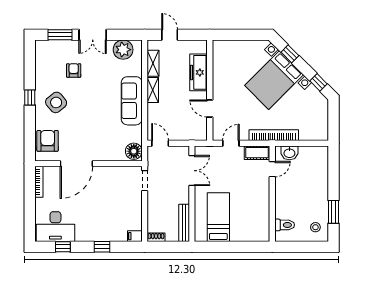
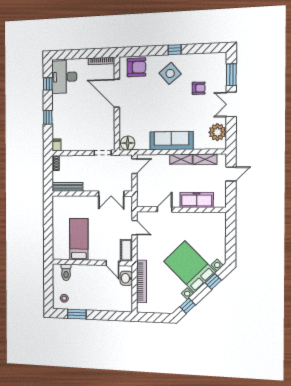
bookcase: (274, 135) -> (141, 281), moved
bed: (218, 217) -> (79, 239), moved, turned -90

